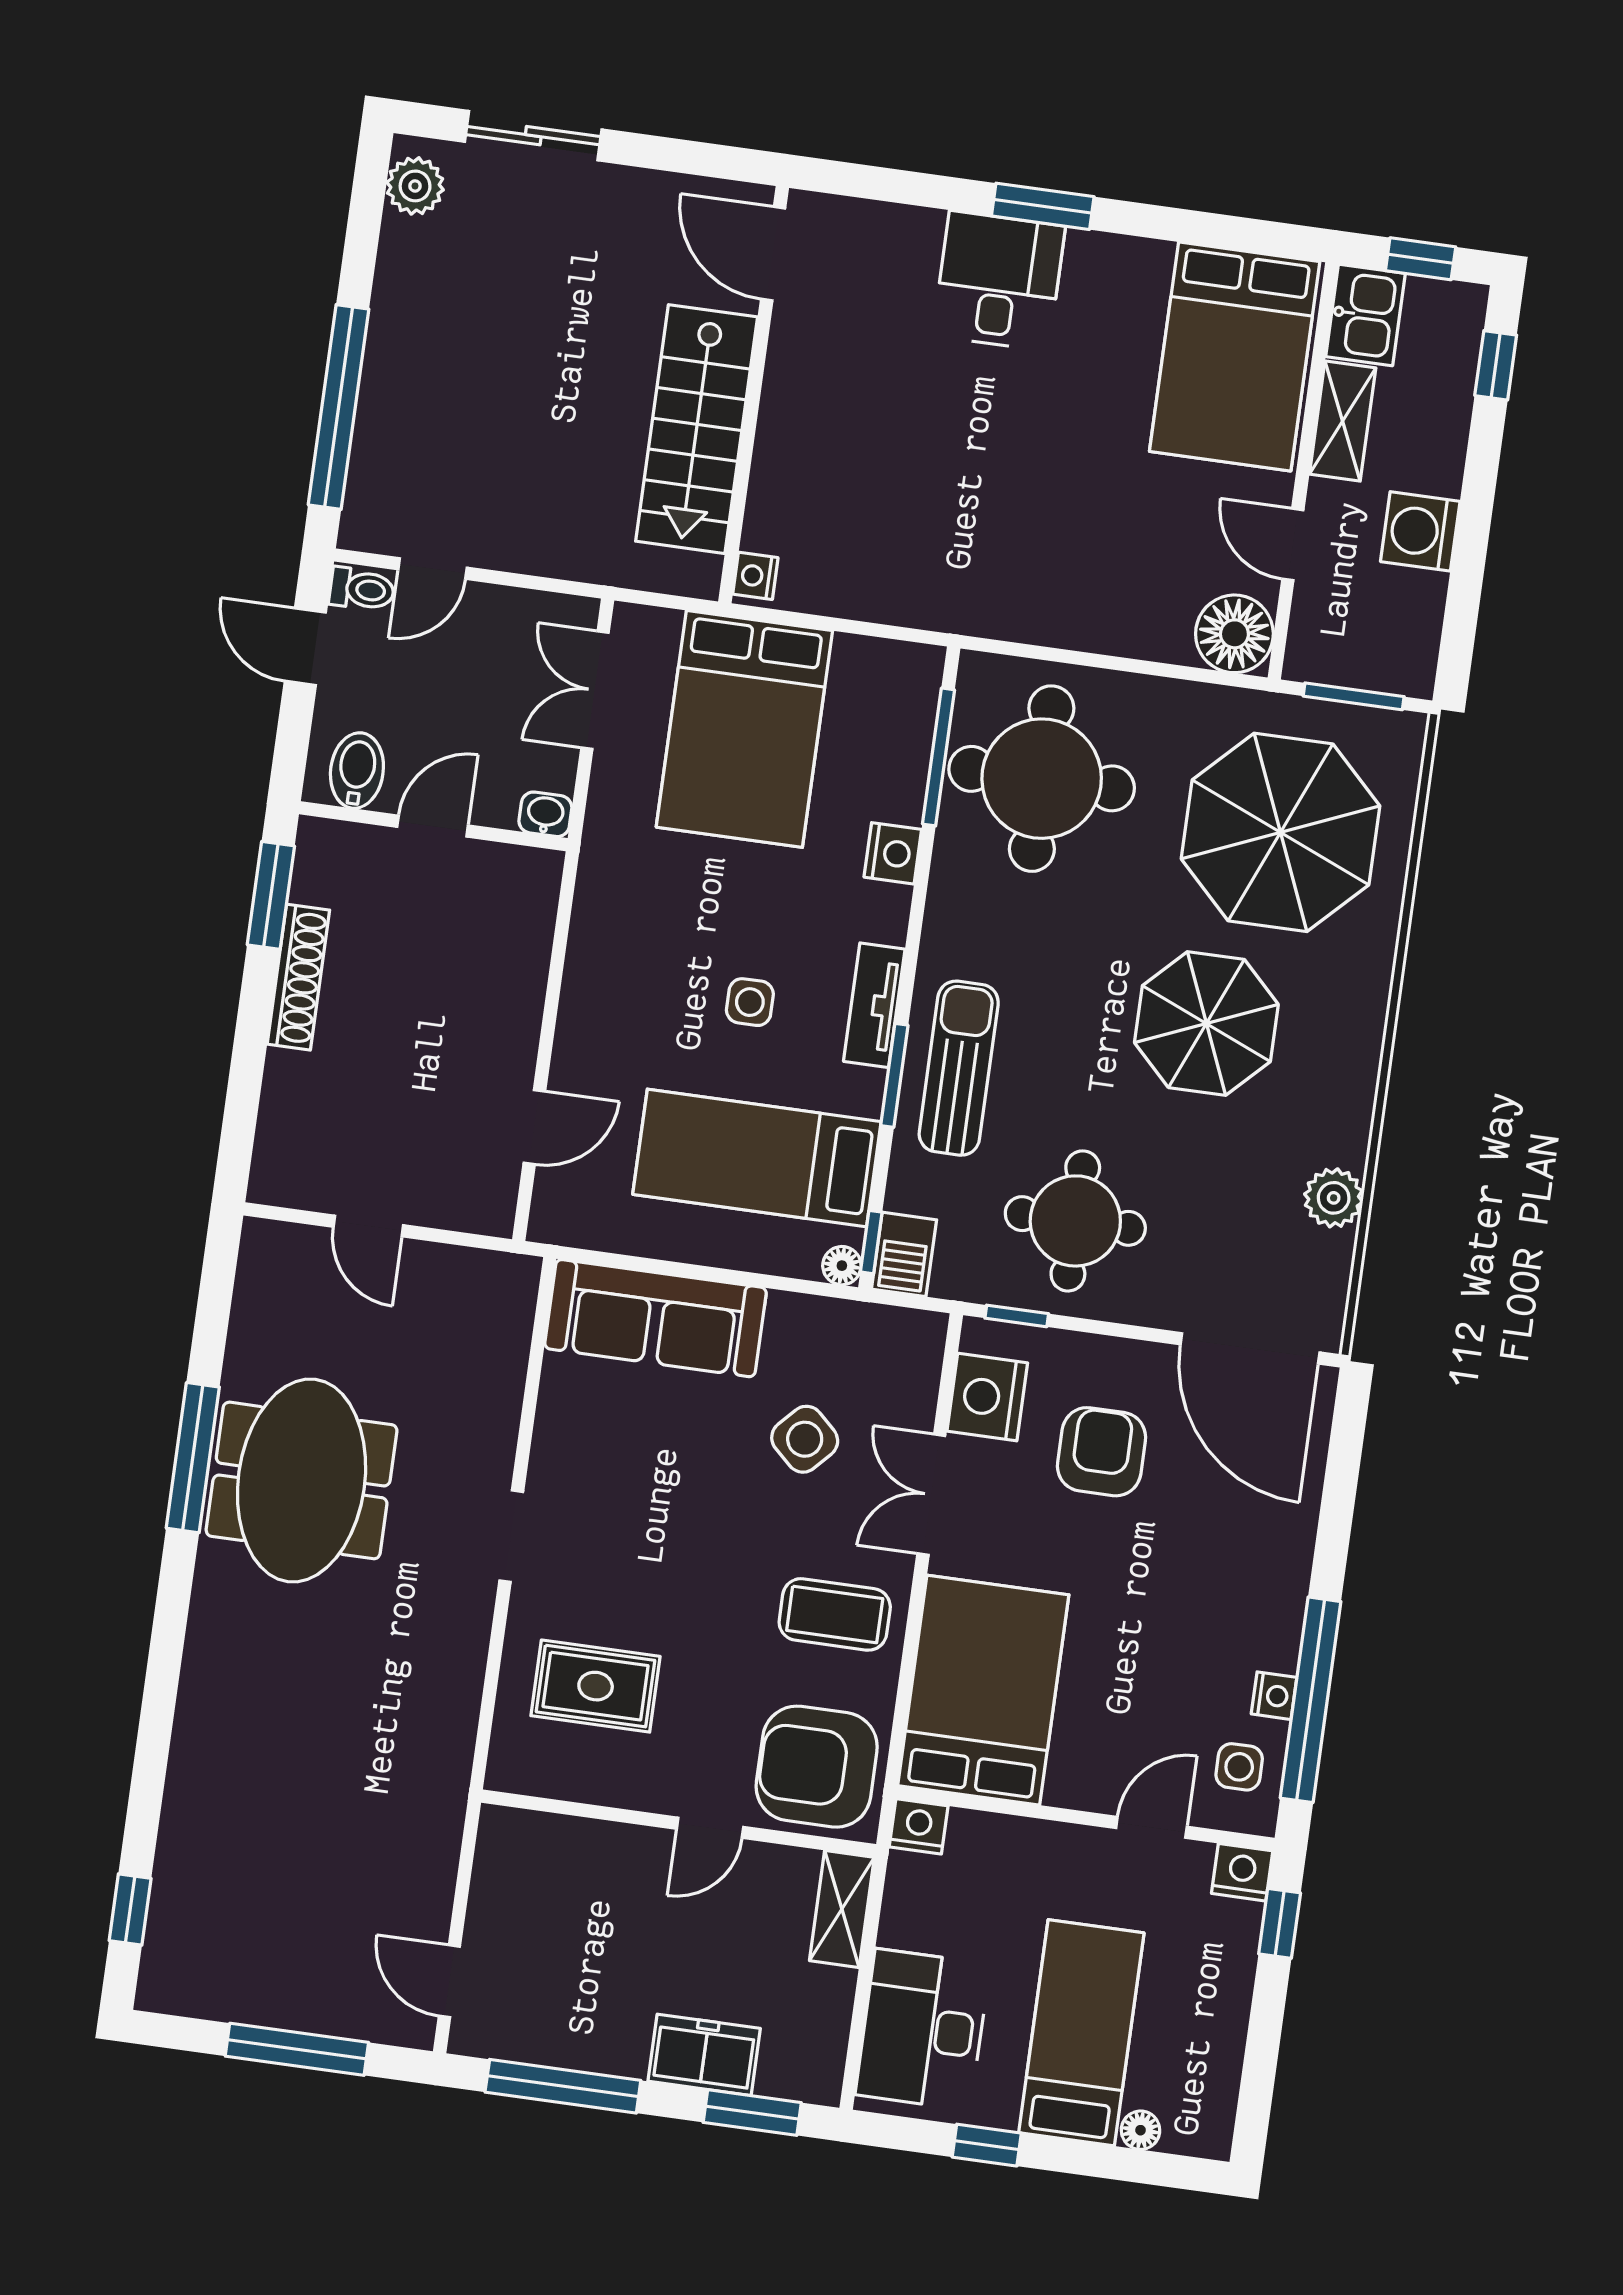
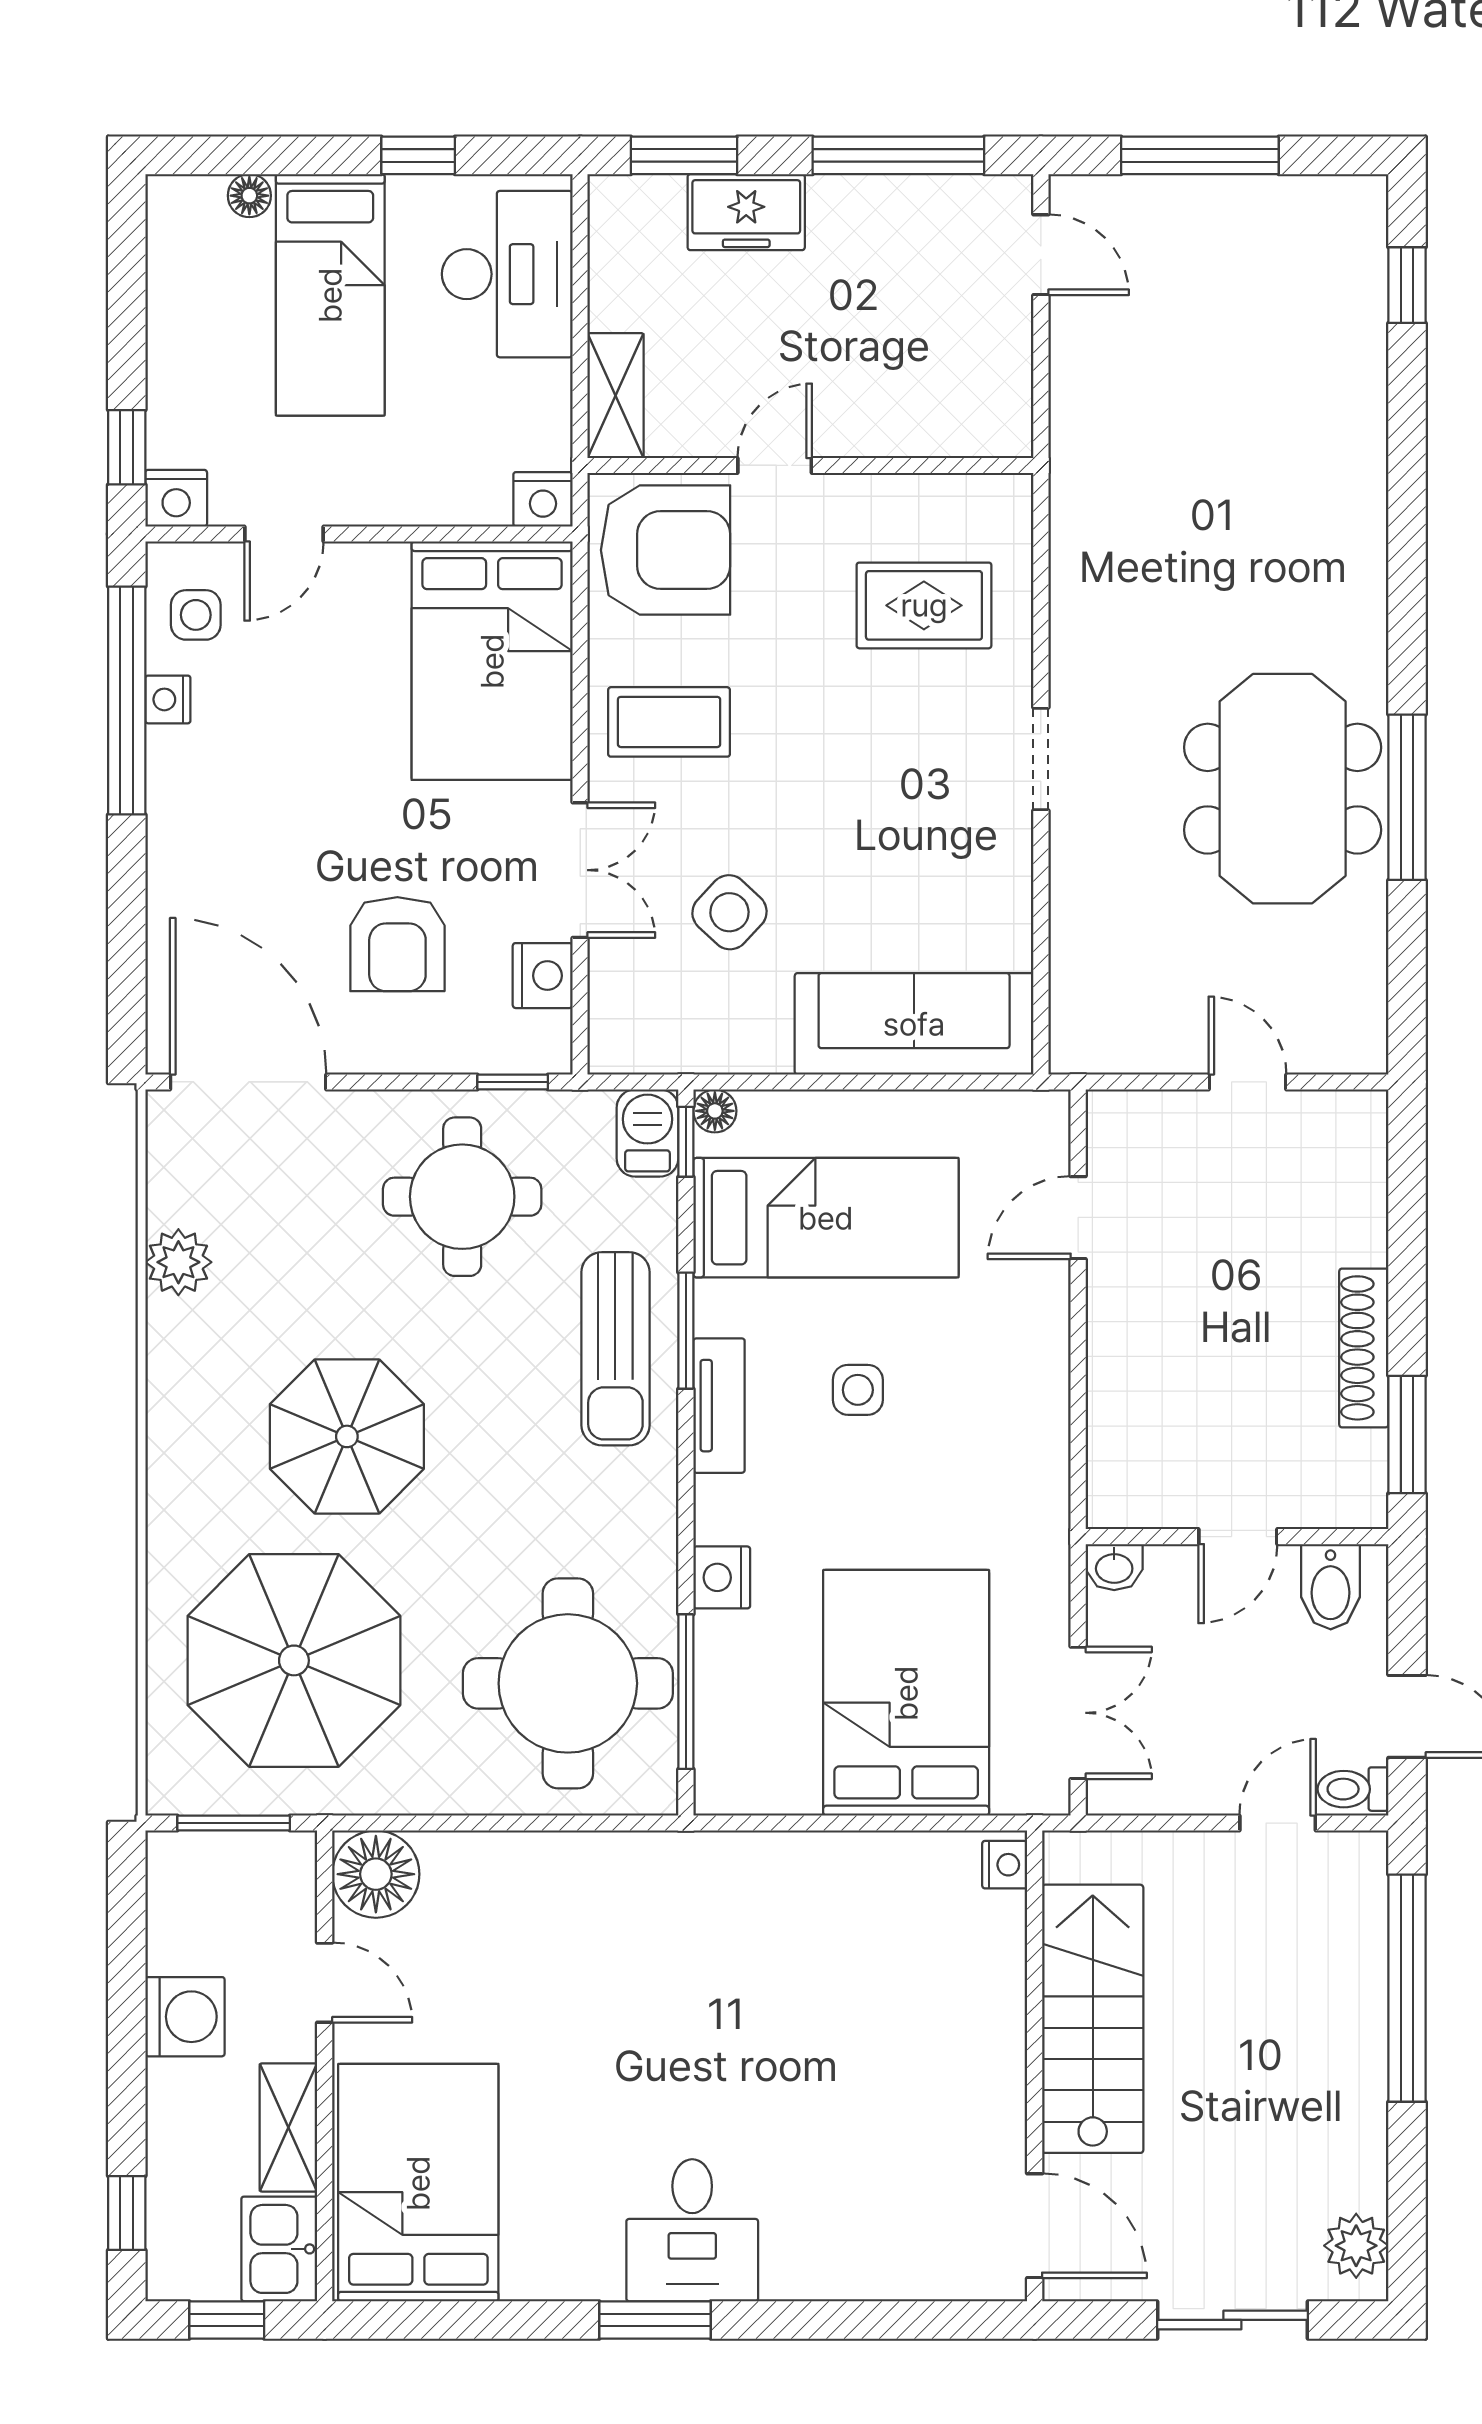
door: (773, 254) -> (1035, 2226), moved
wall: (754, 395) -> (1035, 2066), moved
stairs: (697, 429) -> (1093, 2019), moved
nightstand: (755, 576) -> (1005, 1865), moved
nightstand: (987, 1397) -> (543, 976), width x0.74, depth x0.75

